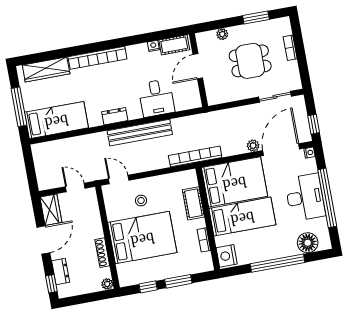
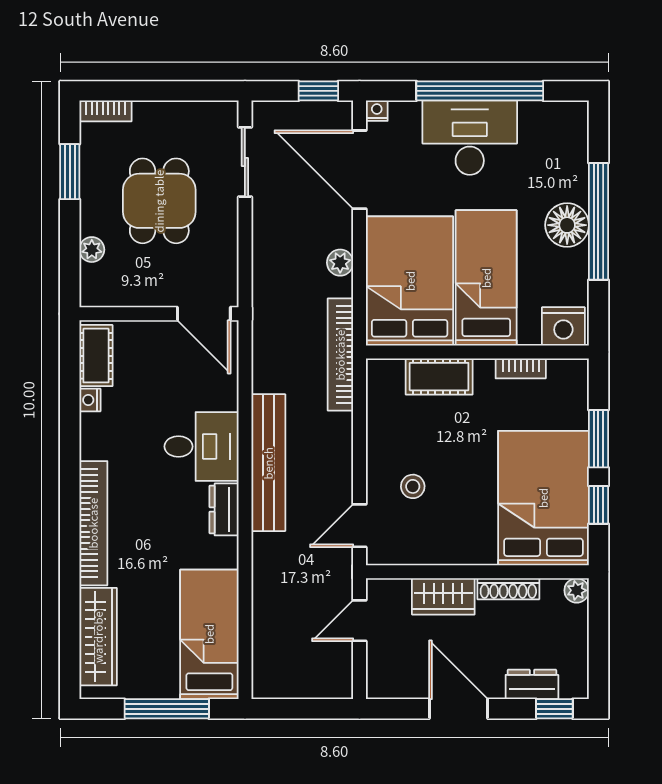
bookcase: (290, 48) -> (105, 111), moved
door: (198, 66) -> (204, 314), moved
desk: (156, 98) -> (201, 446), moved
plant: (253, 146) -> (340, 263), moved
wardrobe: (51, 210) -> (443, 596), moved, turned 180
bed: (142, 238) -> (543, 498), moved
floor lamp: (308, 243) -> (567, 225), moved

